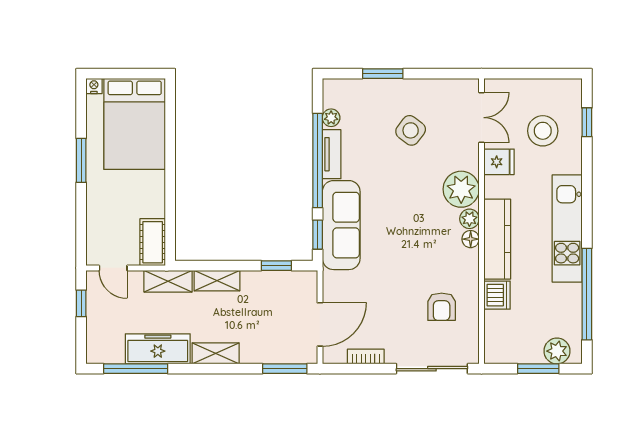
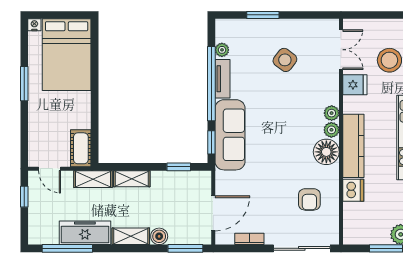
plant: (461, 189) -> (332, 113), width x0.53, depth x0.53
floor lamp: (471, 239) -> (326, 152), width x1.89, depth x1.89
boiler: (252, 353) -> (159, 236), added

